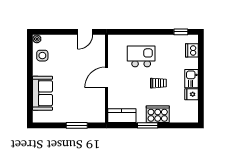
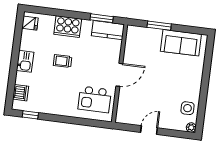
door: (85, 32) -> (149, 130), moved
kitchen island: (141, 56) -> (95, 99), moved
sofa: (42, 93) -> (181, 43), moved, turned -90
fridge: (191, 94) -> (30, 23), moved
window: (148, 125) -> (102, 18), moved

